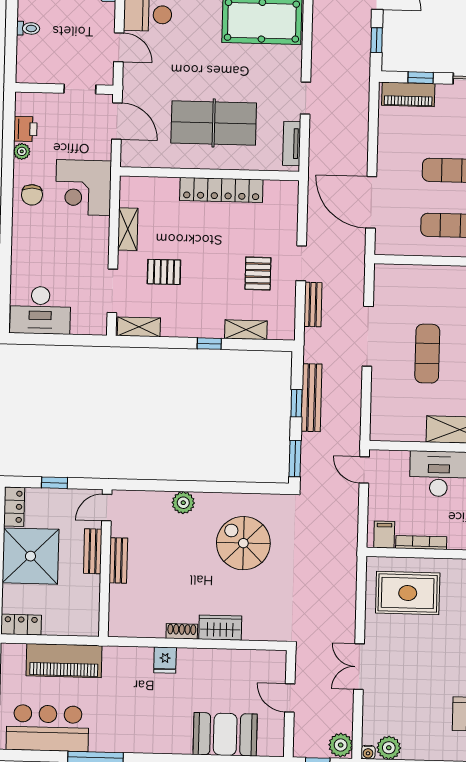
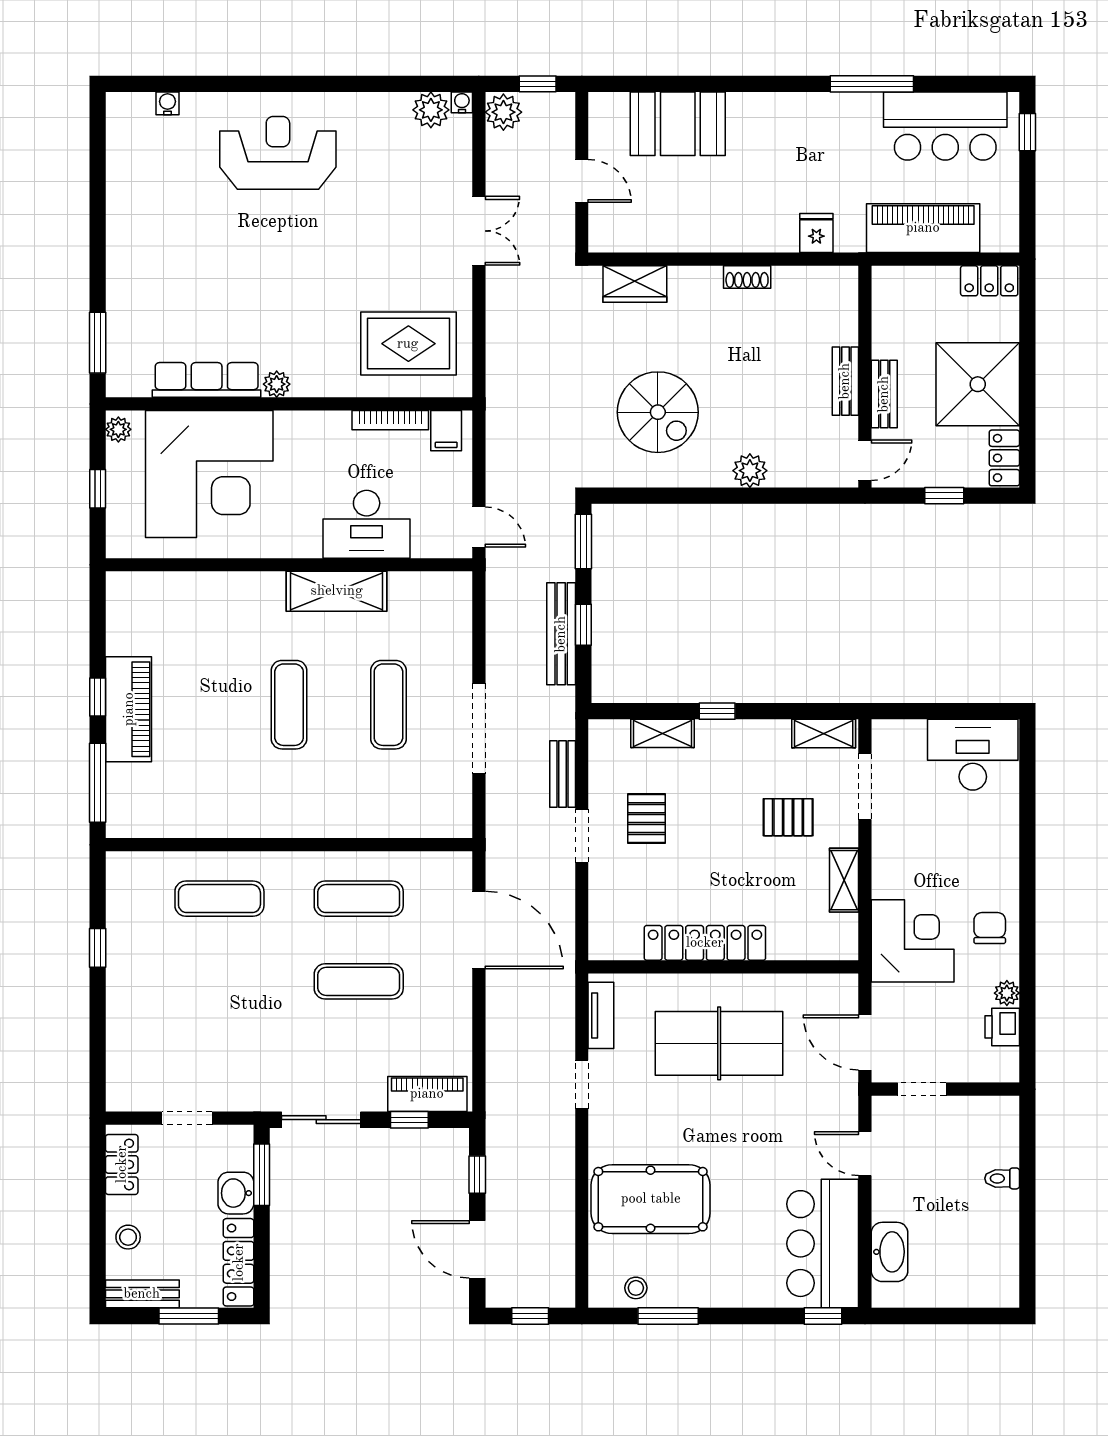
wardrobe: (220, 628) -> (635, 284), moved
fridge: (165, 660) -> (816, 233), moved

